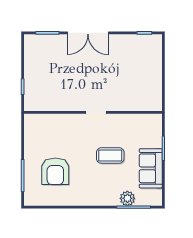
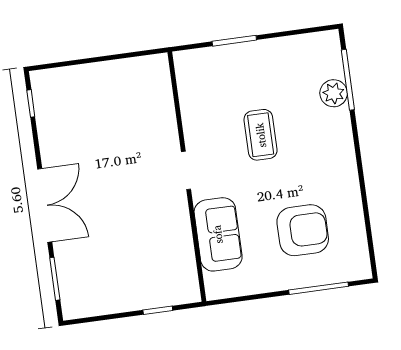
sofa: (151, 168) -> (218, 234), moved, turned -90

